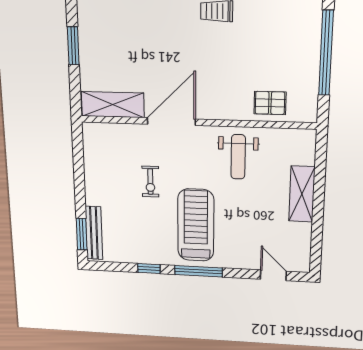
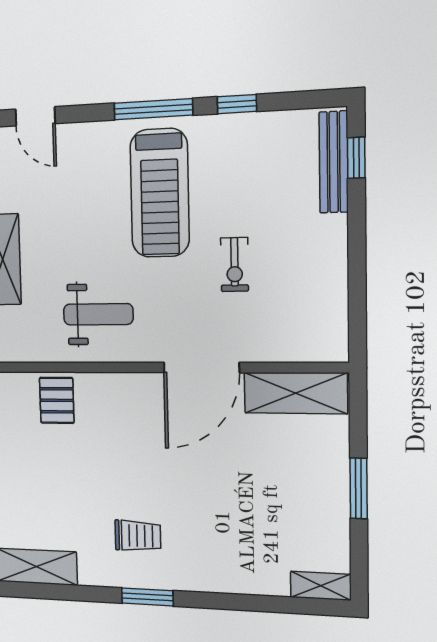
pallet: (270, 103) -> (57, 400), turned 90
weight bench: (238, 157) -> (98, 314), turned 90
exercise bike: (150, 182) -> (235, 264), turned 180
window: (82, 234) -> (356, 158), width x0.67

